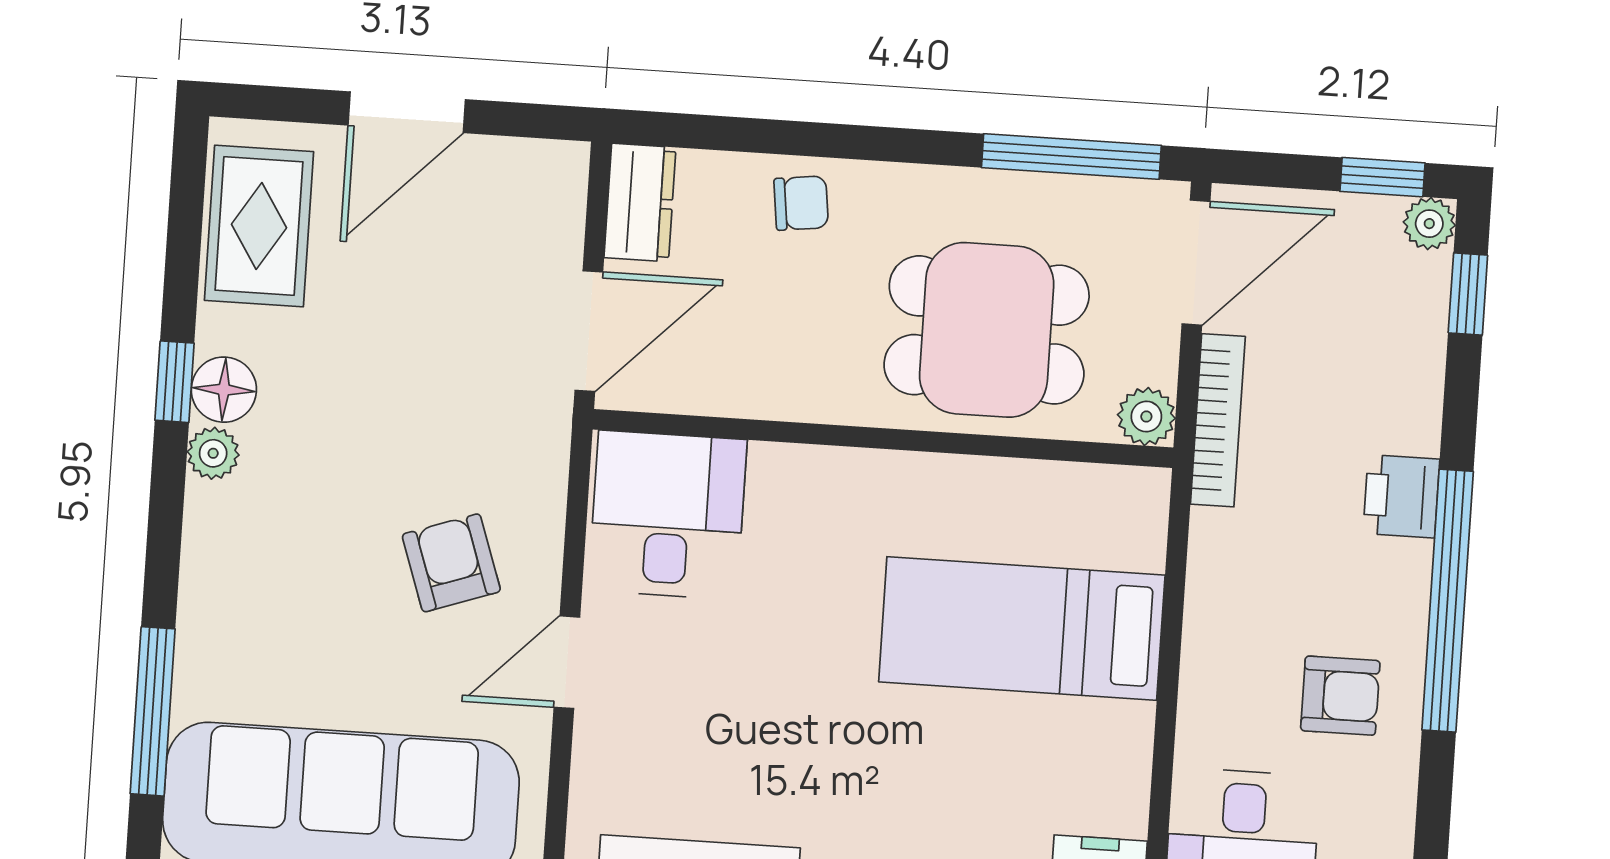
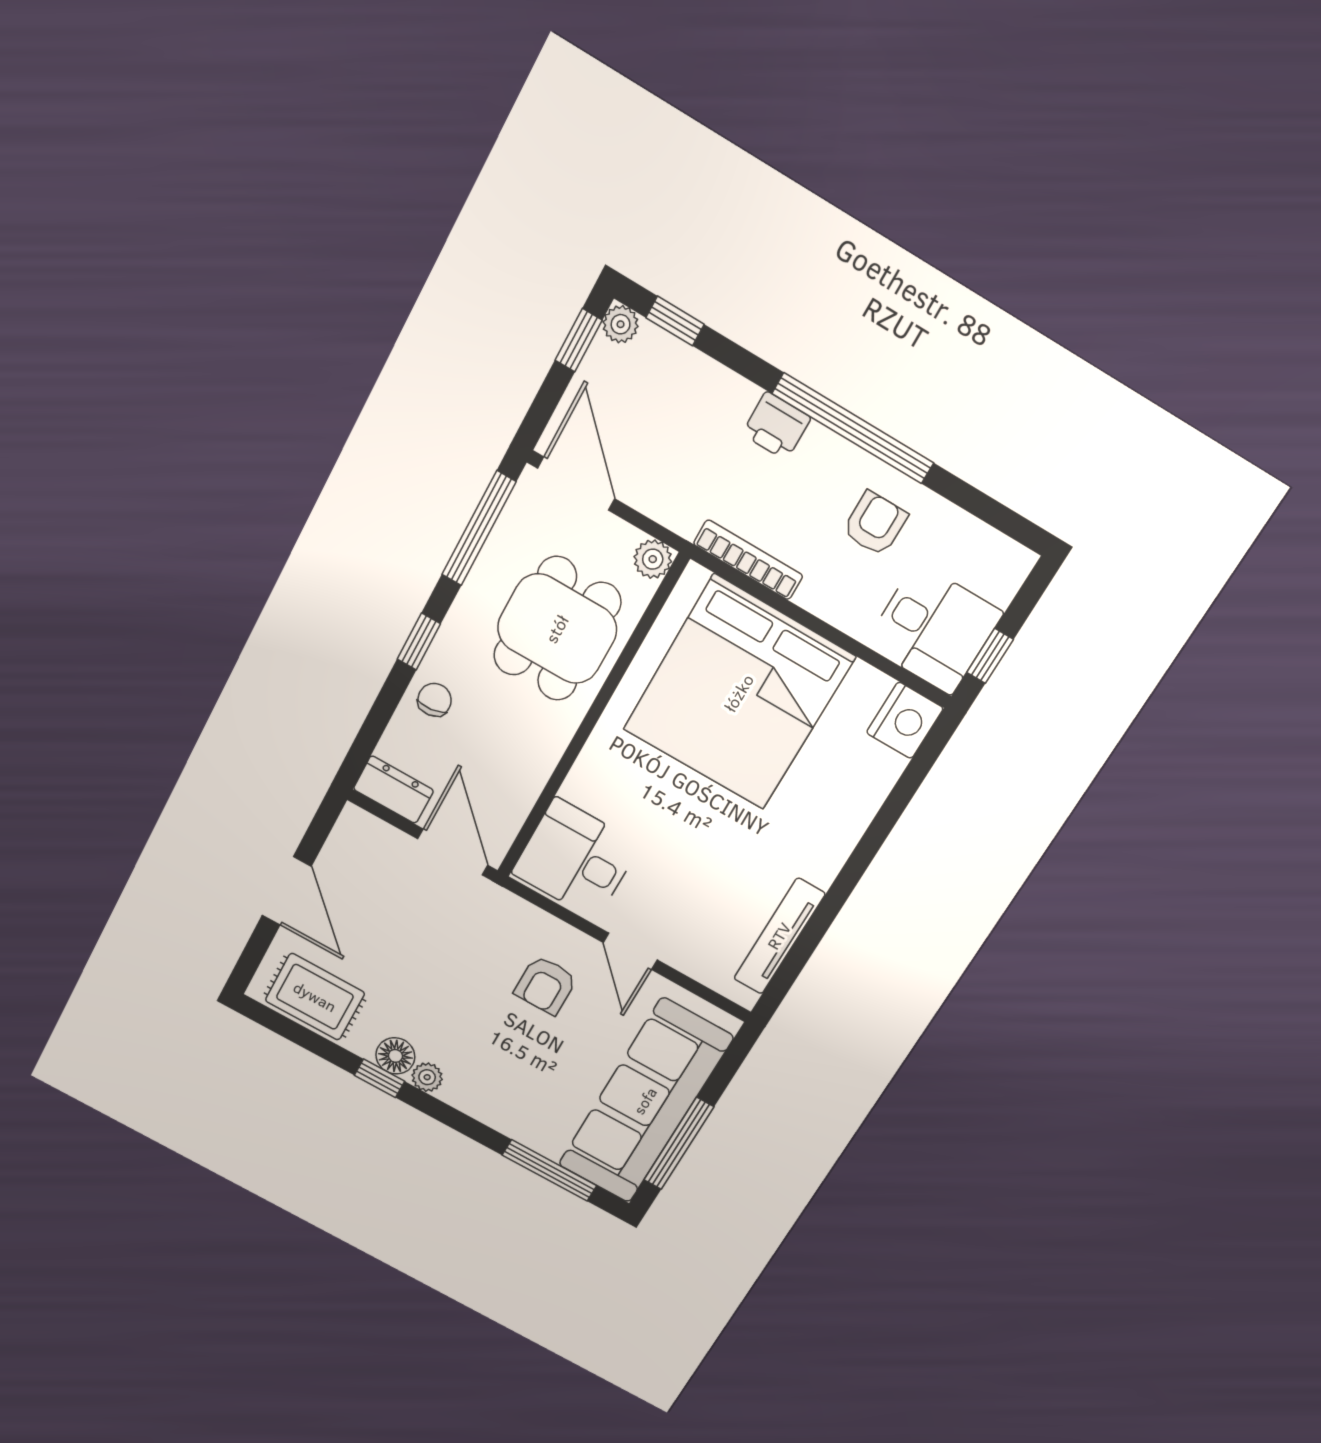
window: (874, 143) -> (419, 641), added
bookcase: (1218, 420) -> (748, 560), moved
armchair: (451, 563) -> (546, 985), turned -71
bed: (1022, 628) -> (739, 693), width x2.04

